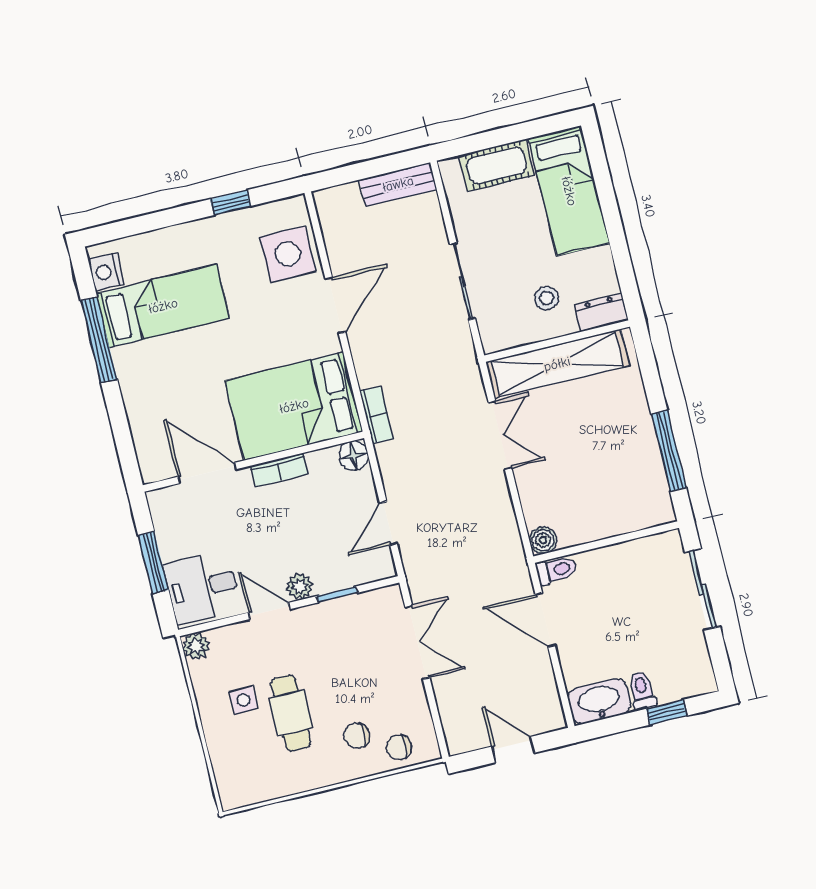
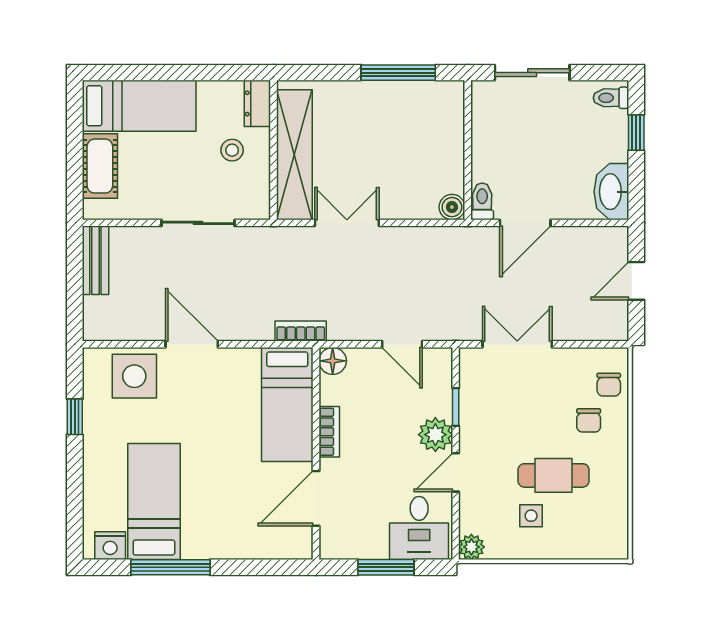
bed: (294, 406) -> (287, 404), width x0.67
plant: (300, 587) -> (435, 435), width x1.38, depth x1.38
toilet: (642, 691) -> (611, 98), moved

